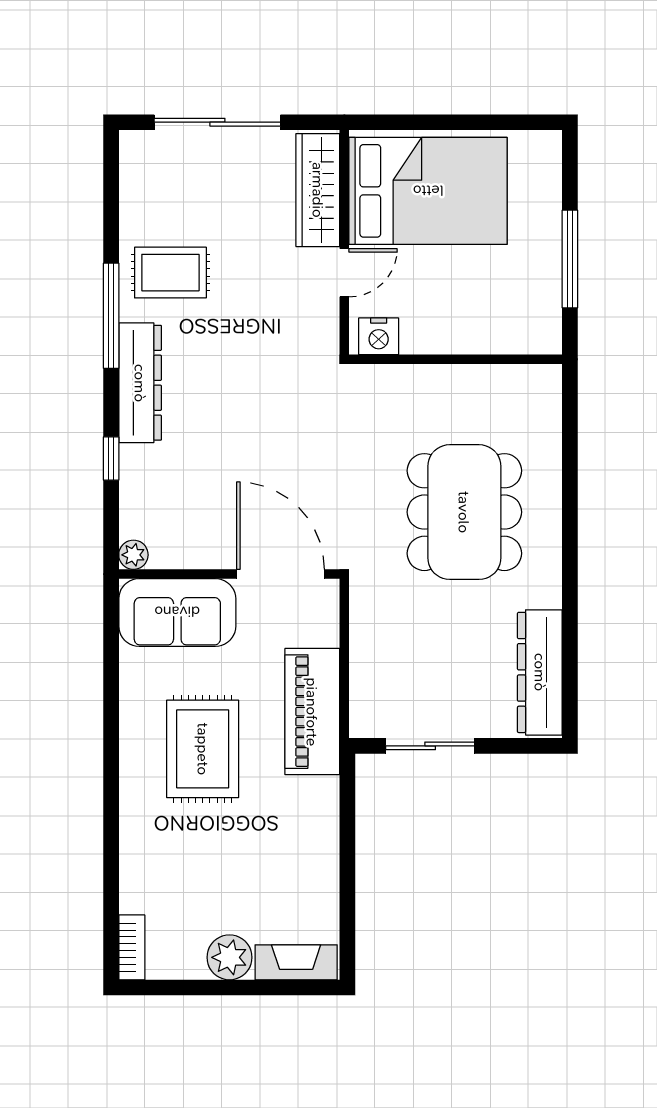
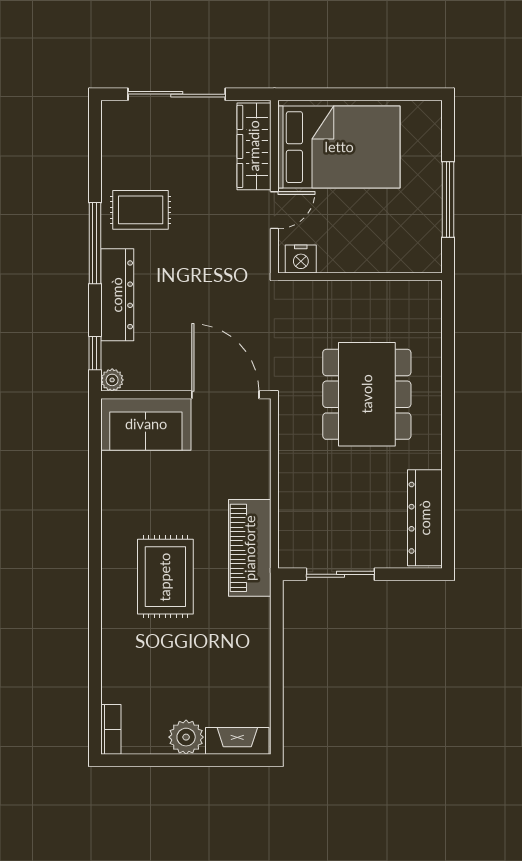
plant: (133, 555) -> (112, 380), moved
wall: (229, 574) -> (186, 395), moved
door: (280, 574) -> (225, 395), moved
sofa: (177, 612) -> (146, 424), moved

